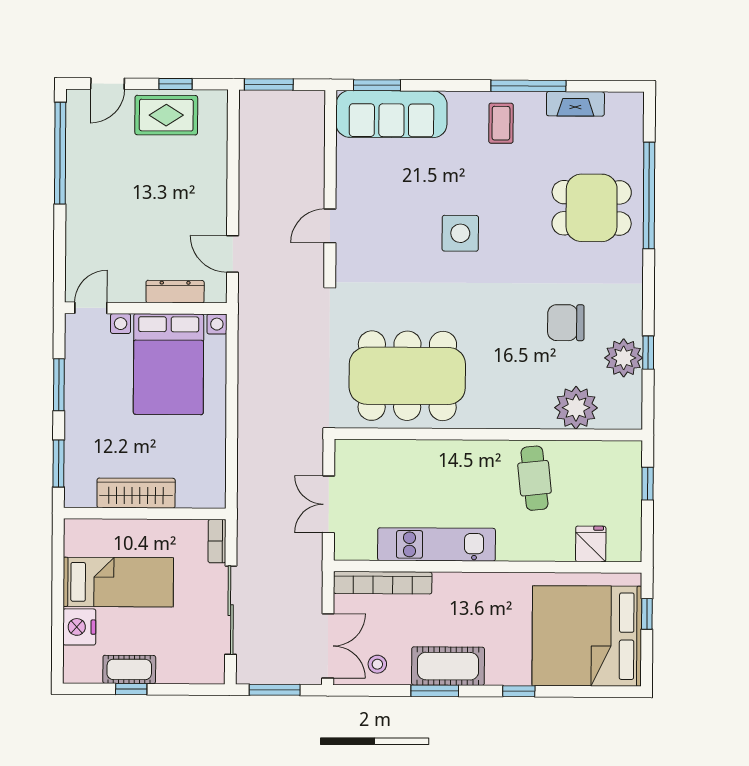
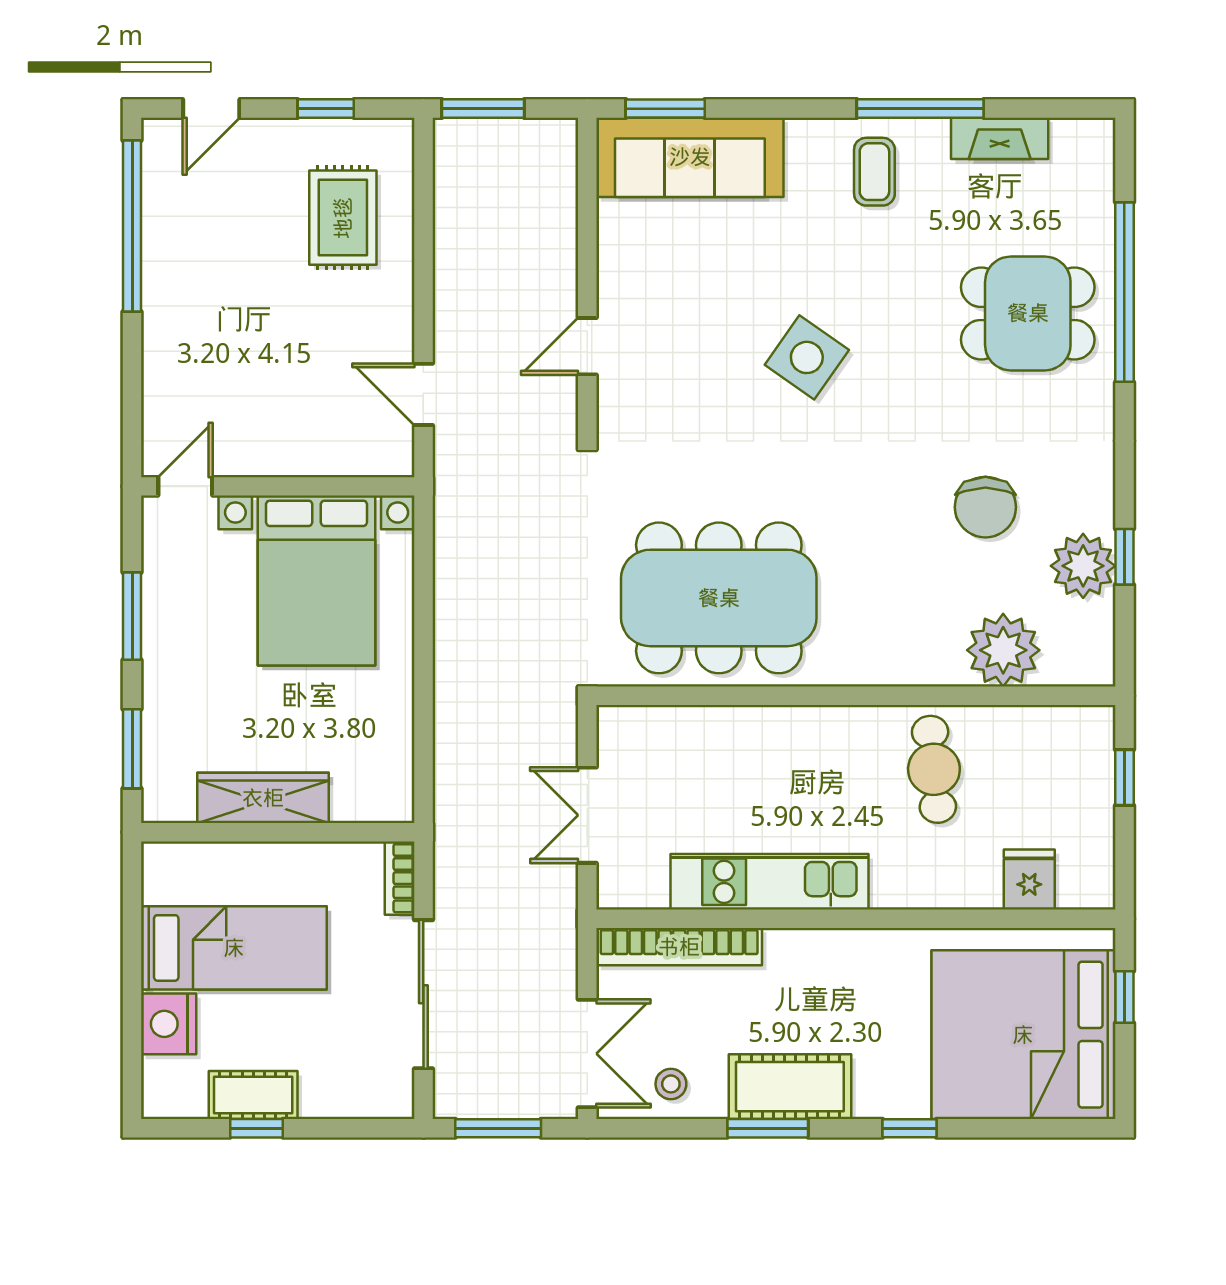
rug: (166, 115) -> (343, 218), moved, turned 90
side table: (460, 233) -> (807, 357), turned 35
dresser: (175, 292) -> (327, 458), removed
chair: (566, 323) -> (985, 507), turned -90

